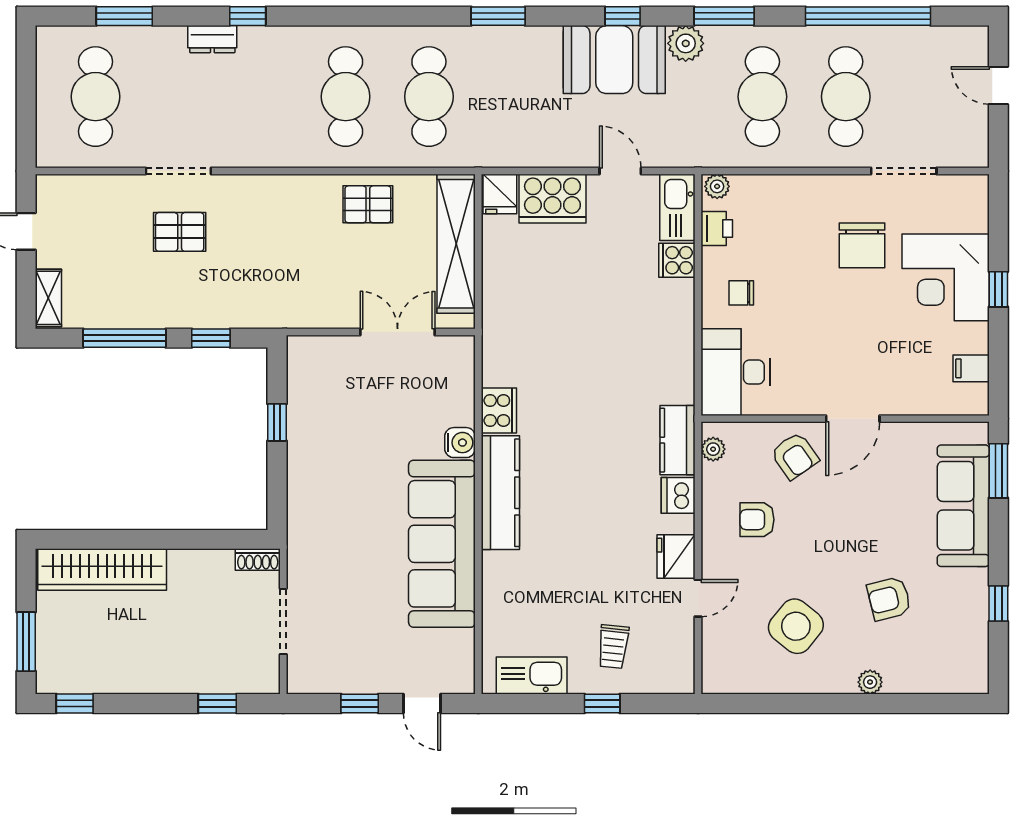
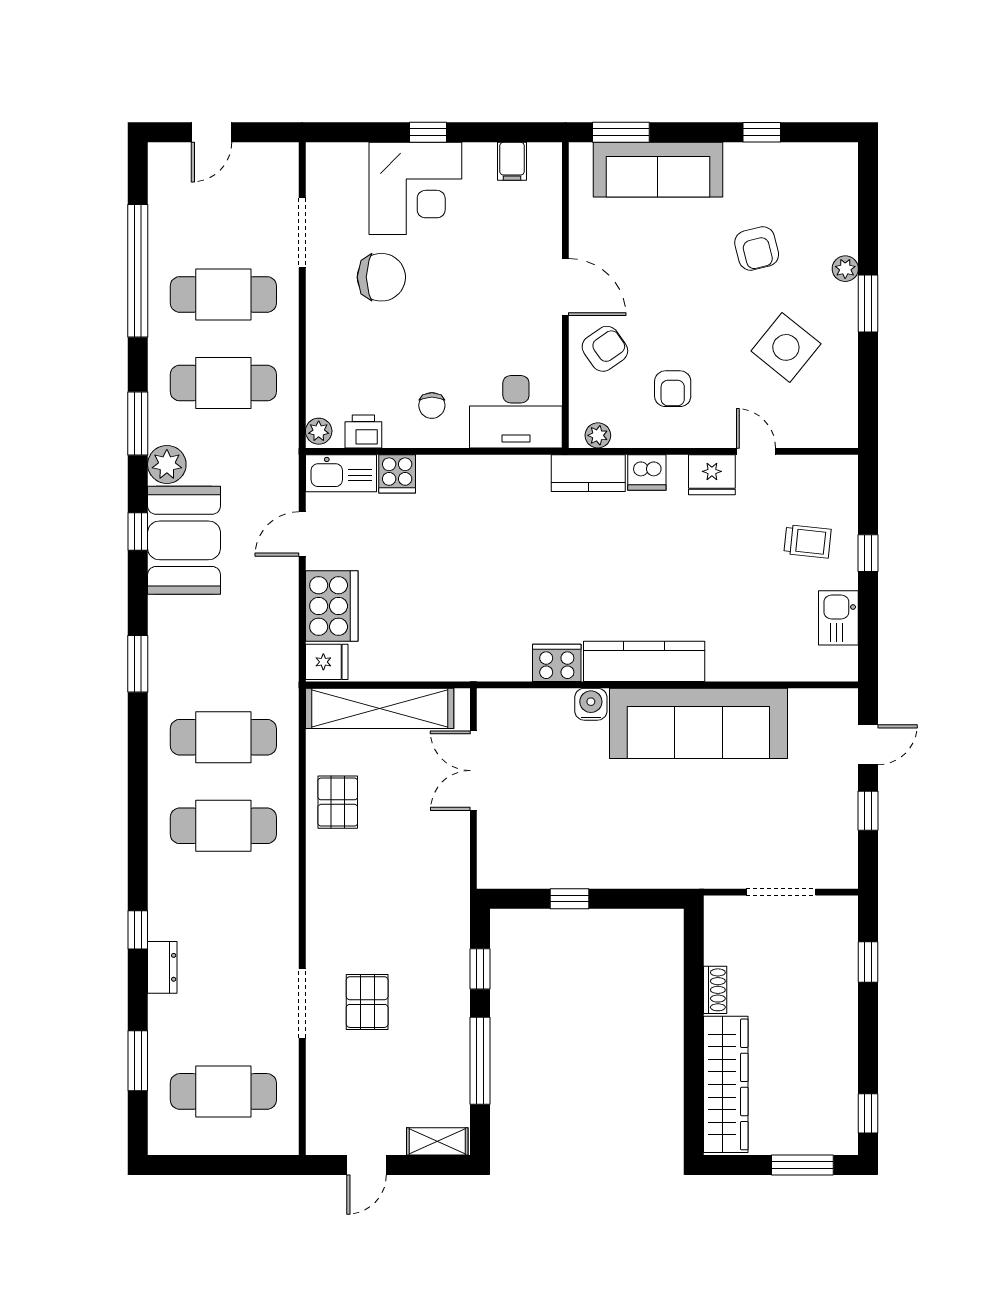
shoe rack: (258, 560) -> (715, 990), moved
kitchen sink: (532, 676) -> (838, 618), width x0.73
window: (837, 703) -> (868, 304), added

